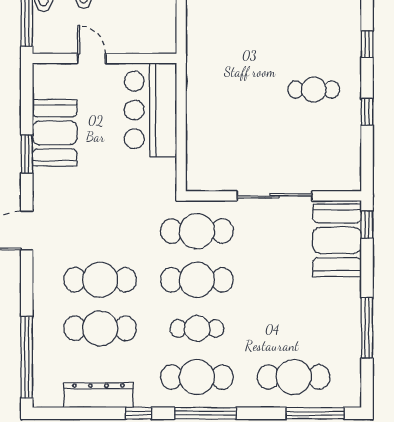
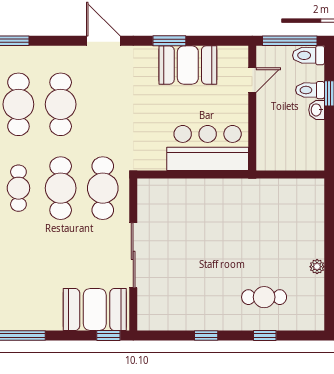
door: (92, 58) -> (252, 80), moved
cafe table: (314, 90) -> (264, 297), moved, turned 90

